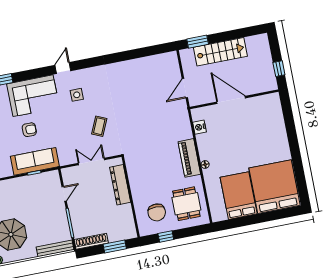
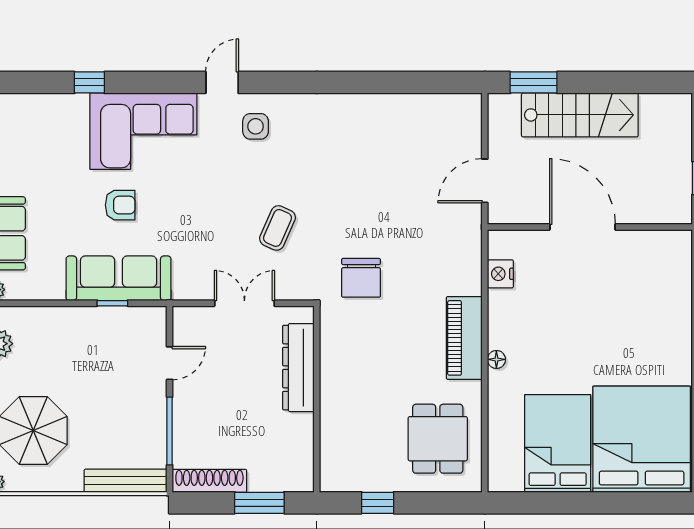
side table: (77, 95) -> (256, 126), moved
chair: (157, 212) -> (361, 278), moved

